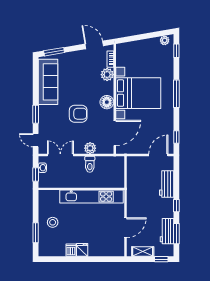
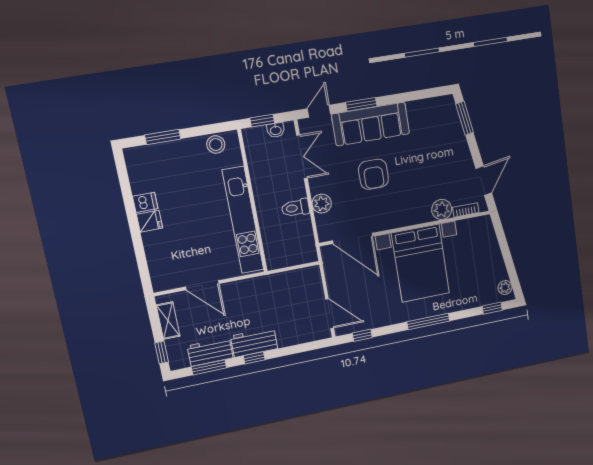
sofa: (48, 82) -> (371, 124), moved
floor lamp: (107, 102) -> (399, 217), removed
workbench: (167, 184) -> (254, 342), moved
stool: (53, 222) -> (216, 145), moved

